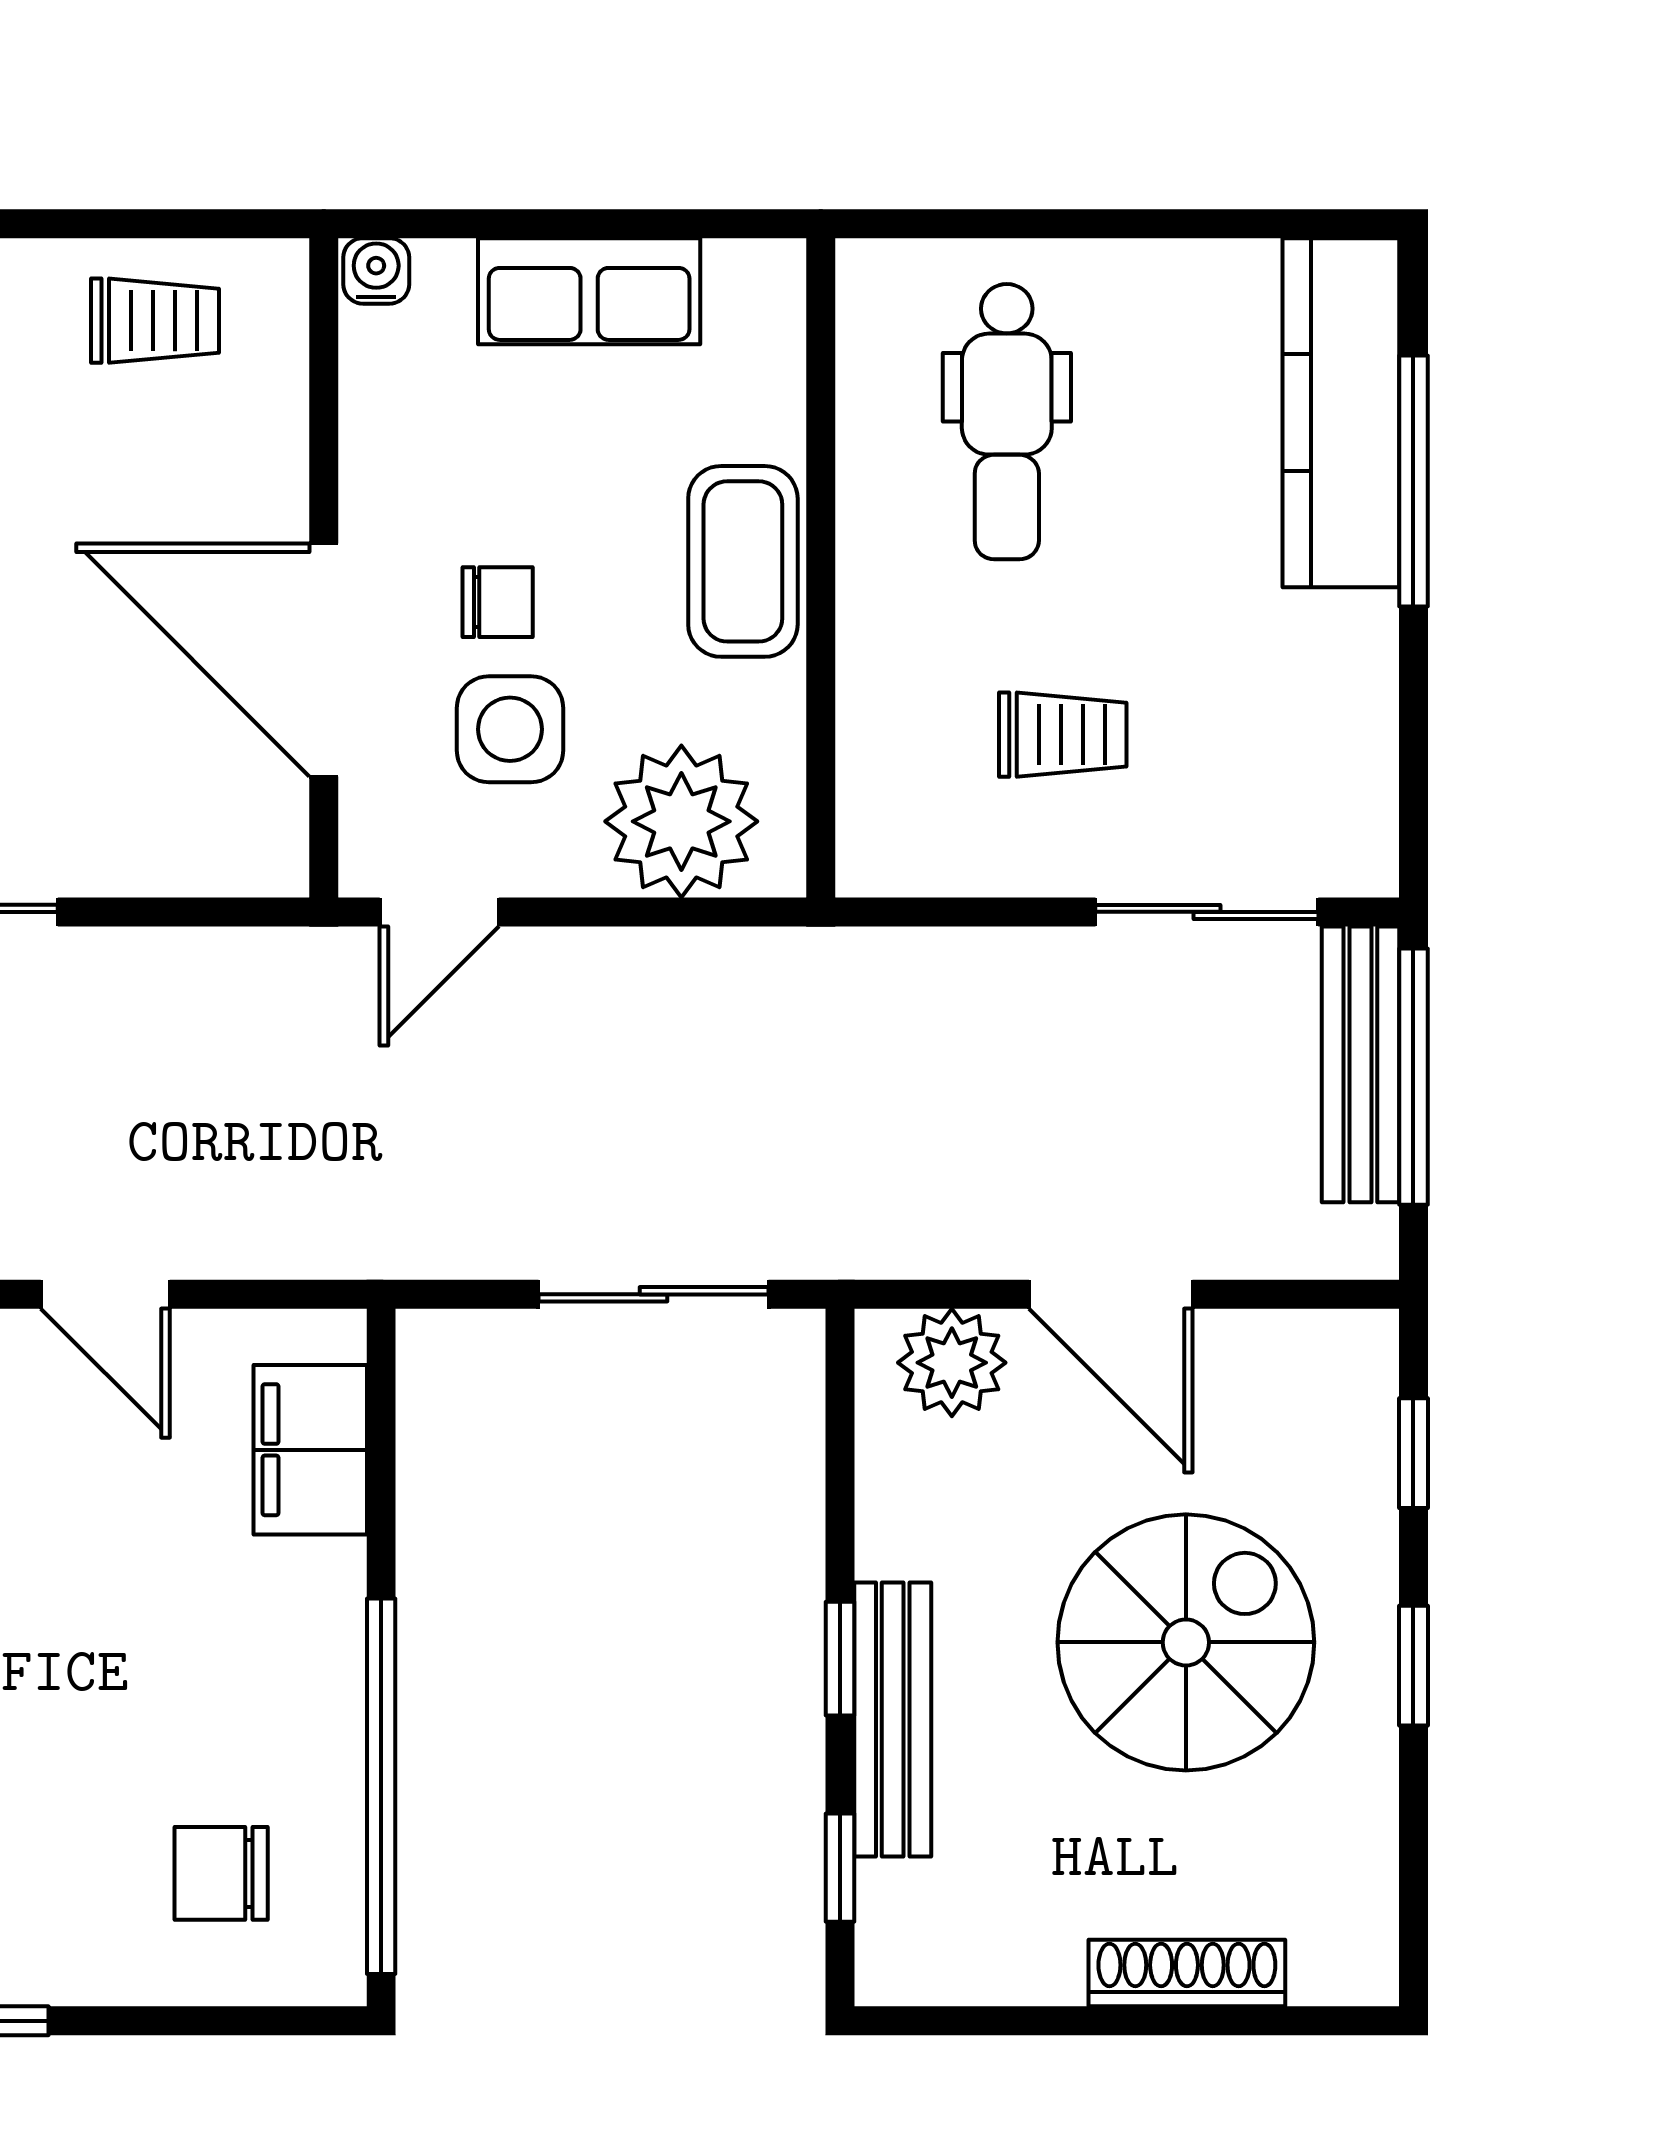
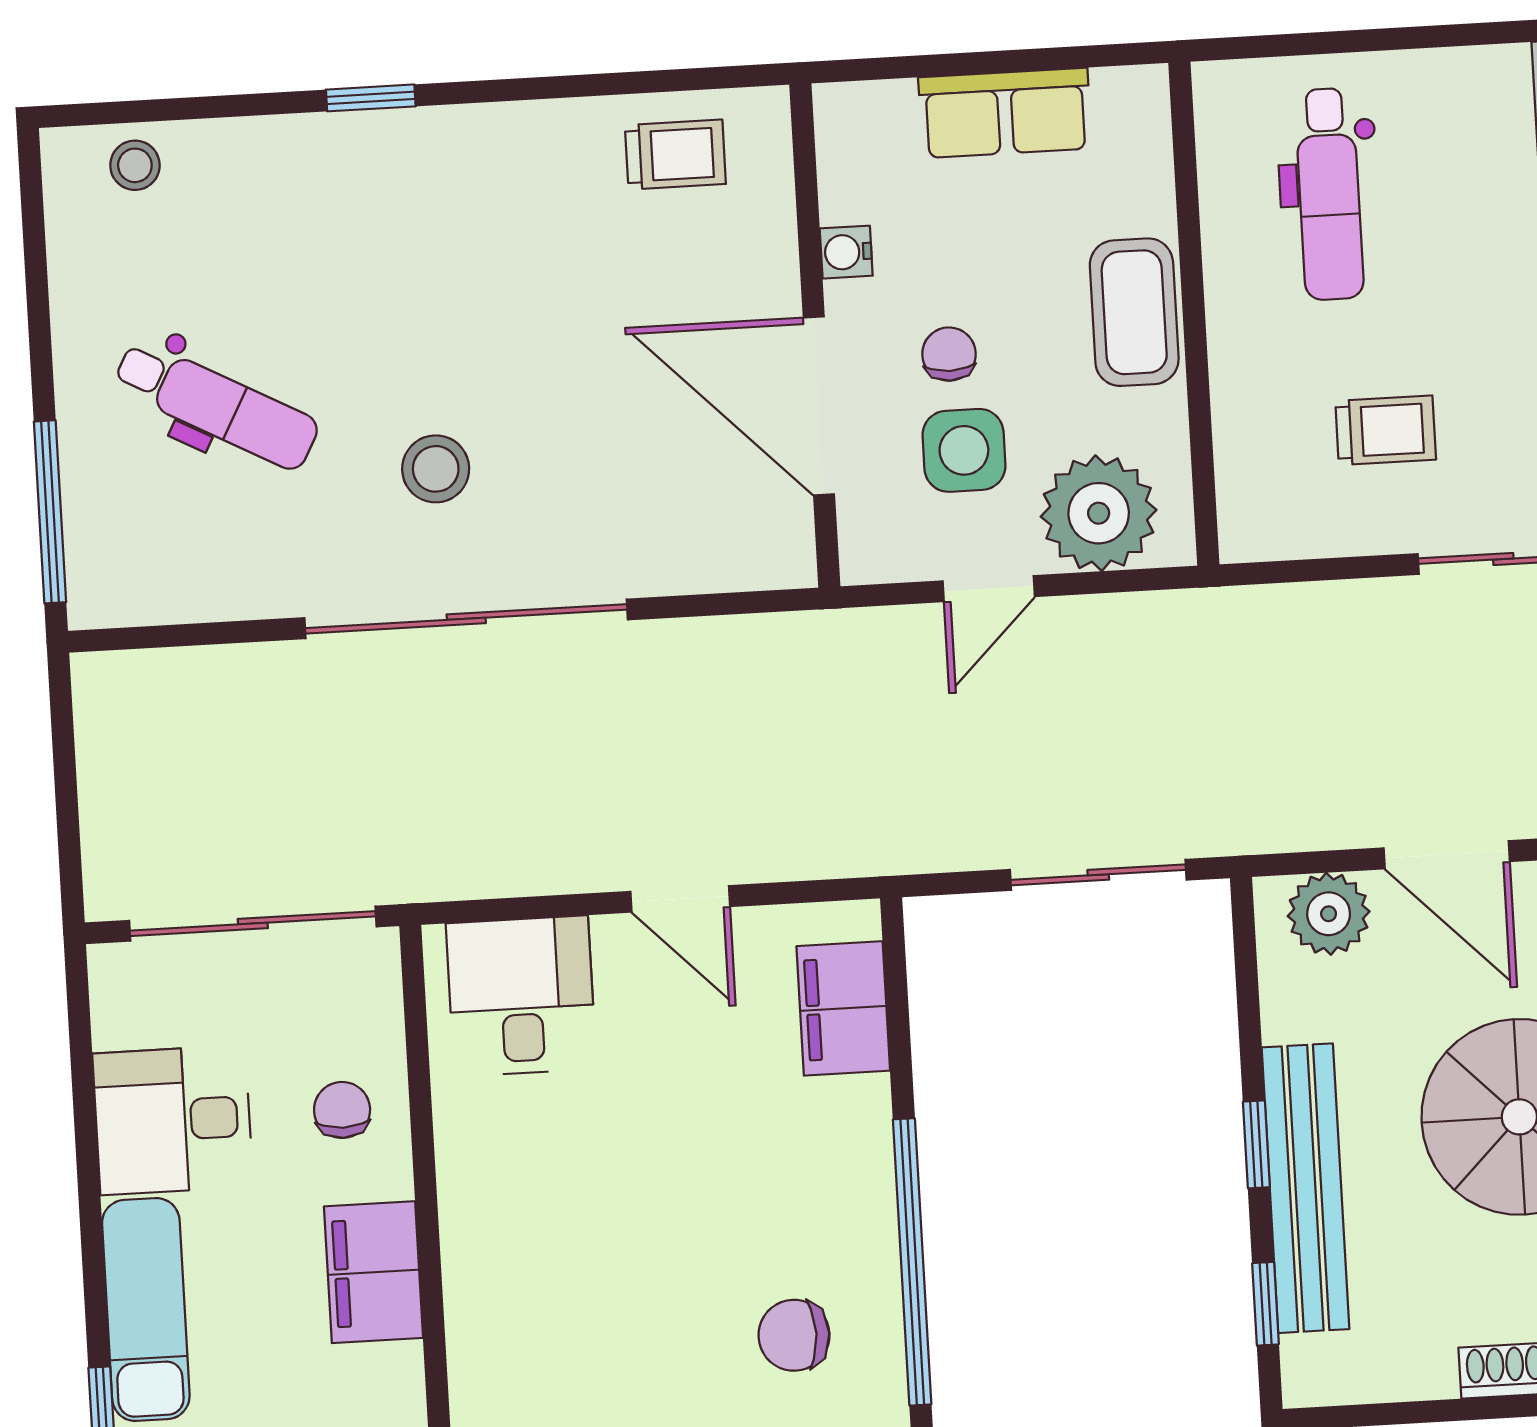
water cooler: (376, 271) -> (846, 252), moved, turned -90
chair: (498, 602) -> (949, 354), turned -90
door: (439, 912) -> (989, 589), moved
bench: (893, 1720) -> (1306, 1188), width x1.37, depth x1.21

